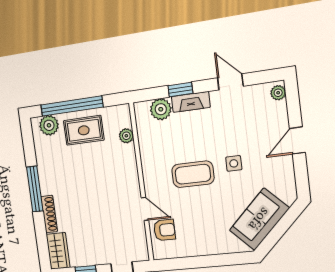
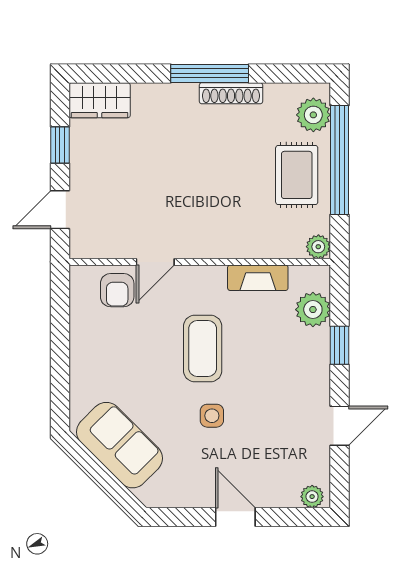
fireplace: (191, 102) -> (258, 278), moved, turned -90
plant: (126, 136) -> (318, 247), moved
shoe rack: (49, 214) -> (231, 93), moved

